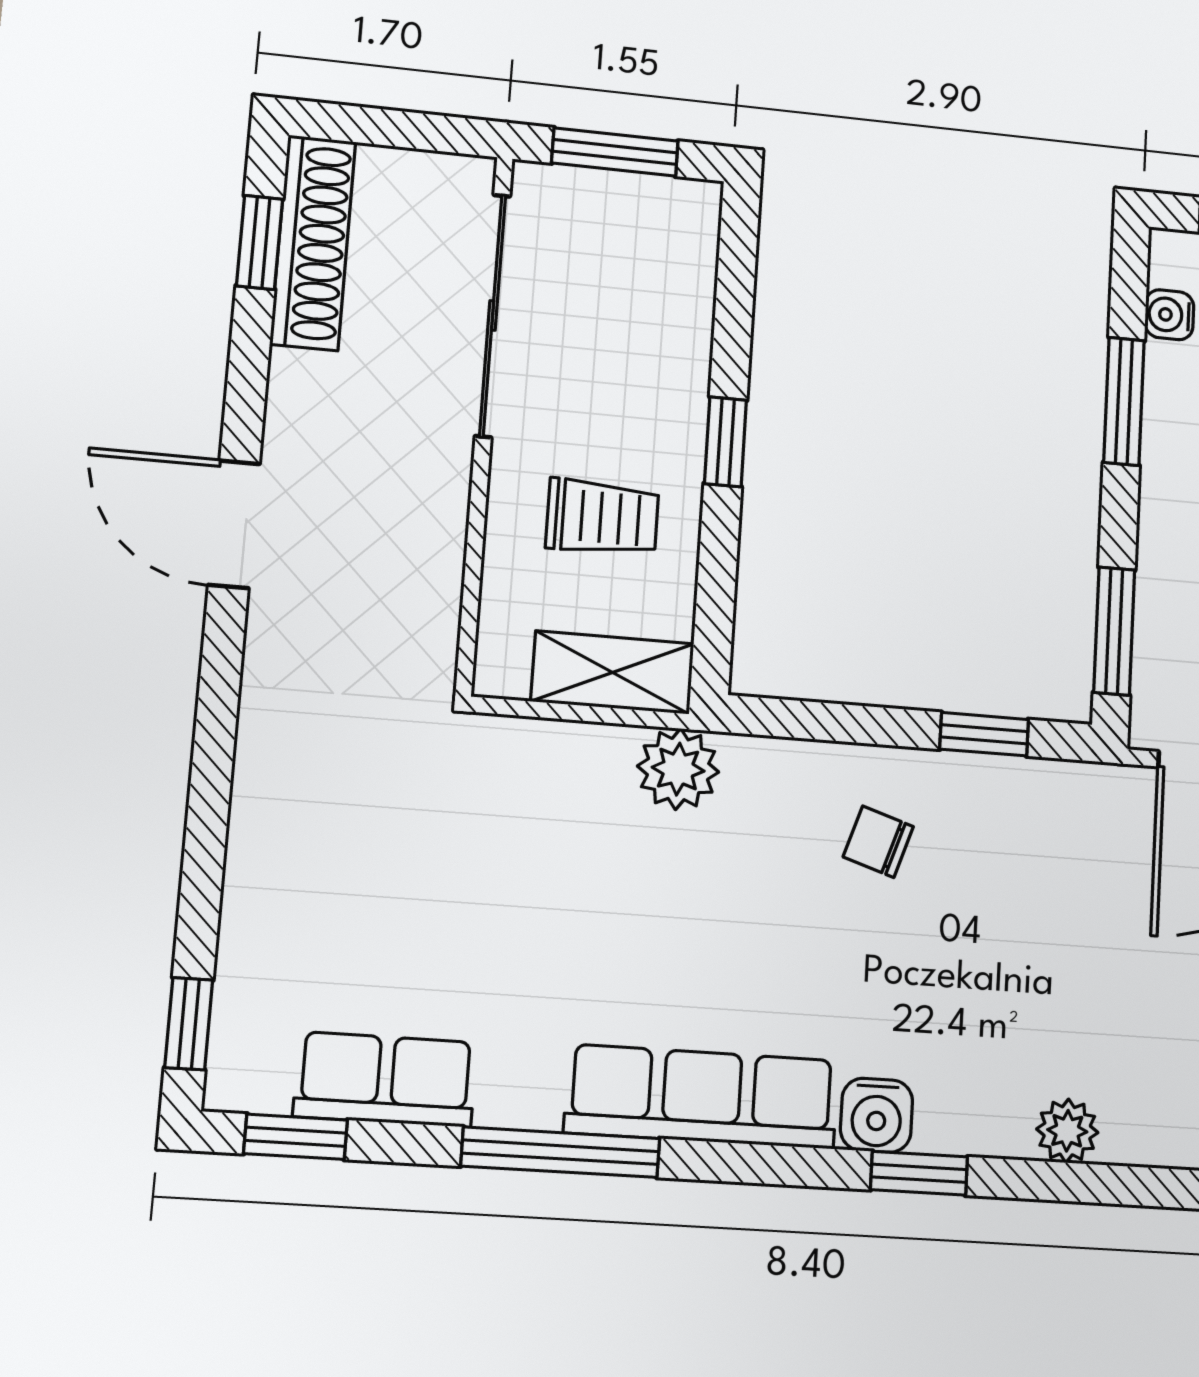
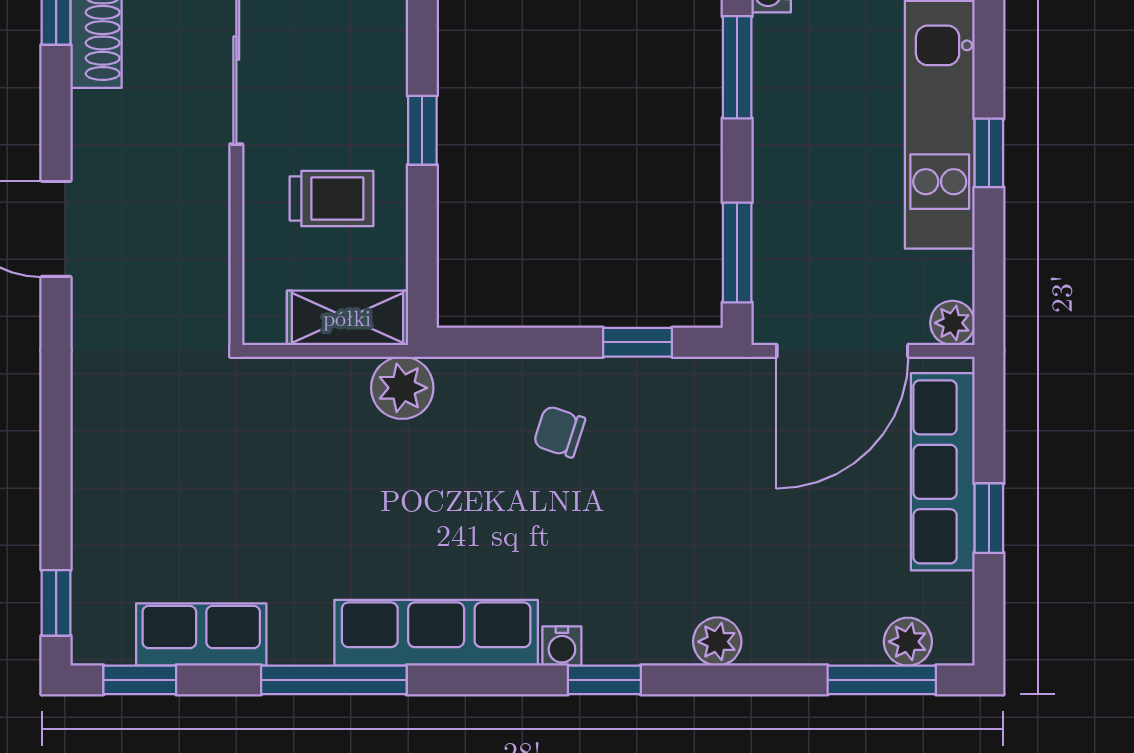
water cooler: (877, 1115) -> (562, 646), width x0.72, depth x0.72

